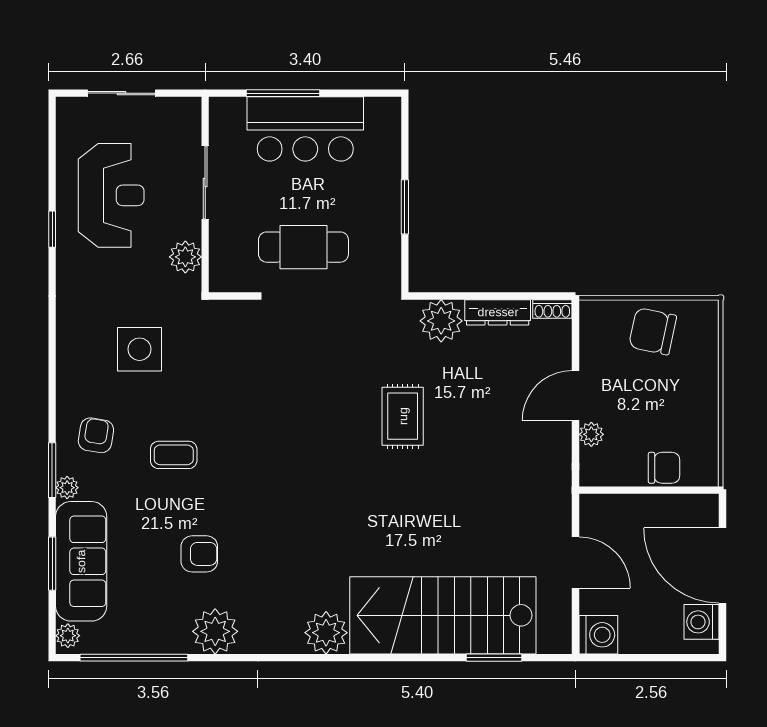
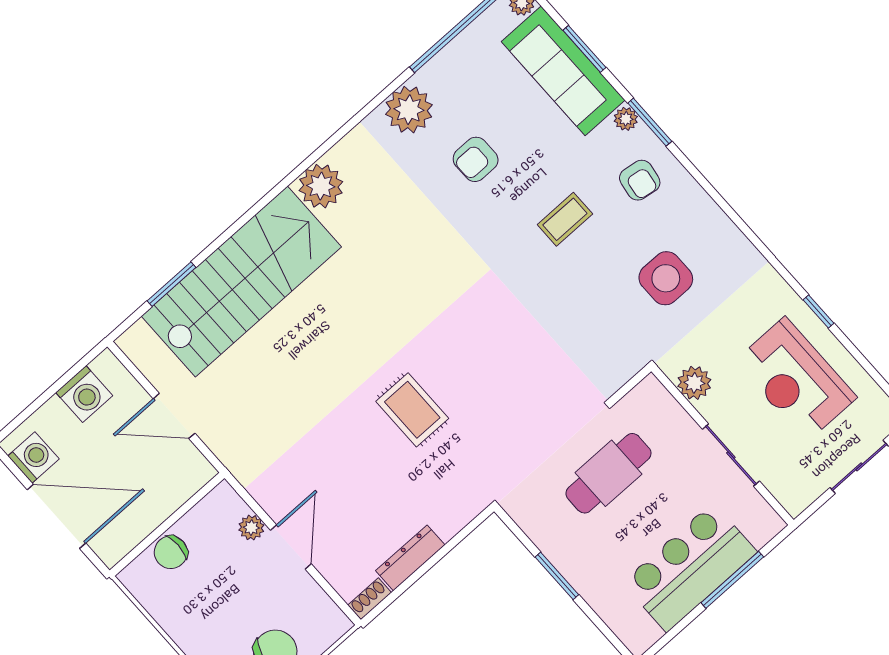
plant: (441, 321) -> (449, 512), removed
washing machine: (598, 635) -> (84, 394), moved, turned -90

